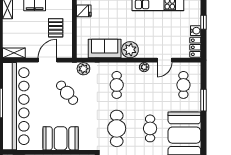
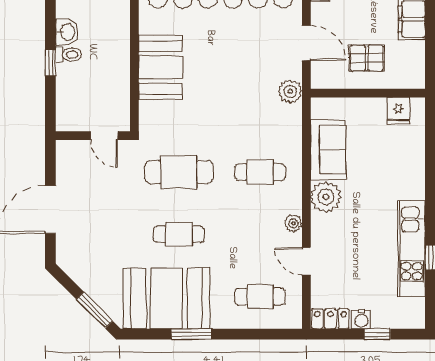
plant: (83, 69) -> (290, 91), moved
cafe table: (67, 93) -> (245, 79), removed
window: (204, 100) -> (192, 334), moved

